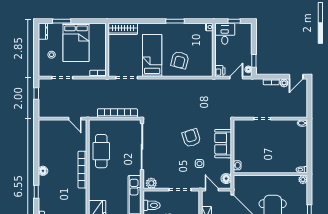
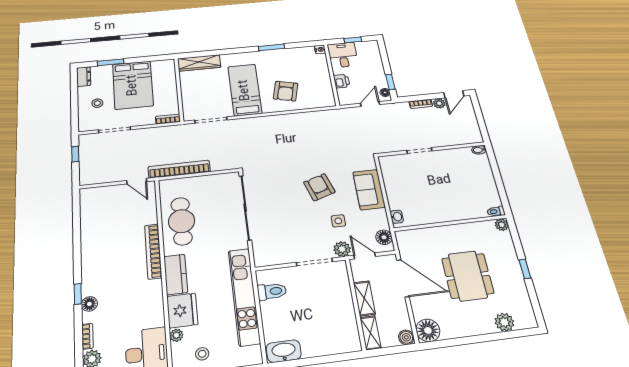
printer: (220, 71) -> (342, 81), moved
bookcase: (117, 113) -> (179, 169), moved
floor lamp: (43, 171) -> (89, 304), moved
plant: (151, 183) -> (342, 249), moved
kitchen counter: (95, 187) -> (176, 274), added

